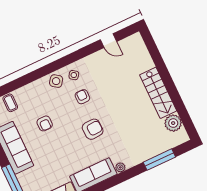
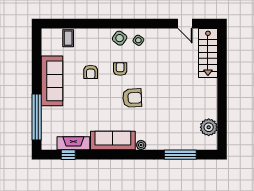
stairs: (158, 93) -> (208, 53), moved
armchair: (82, 97) -> (120, 69), moved

